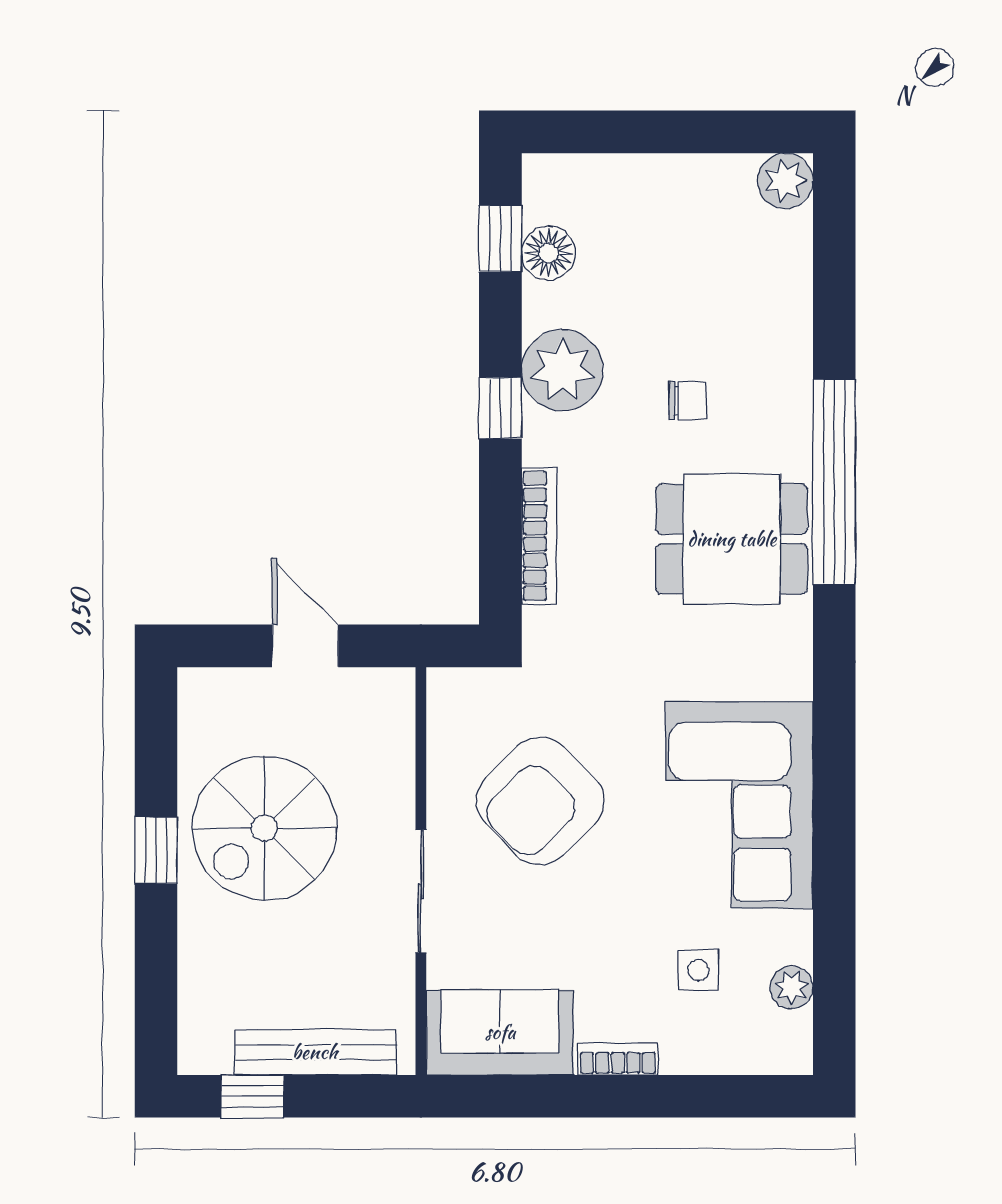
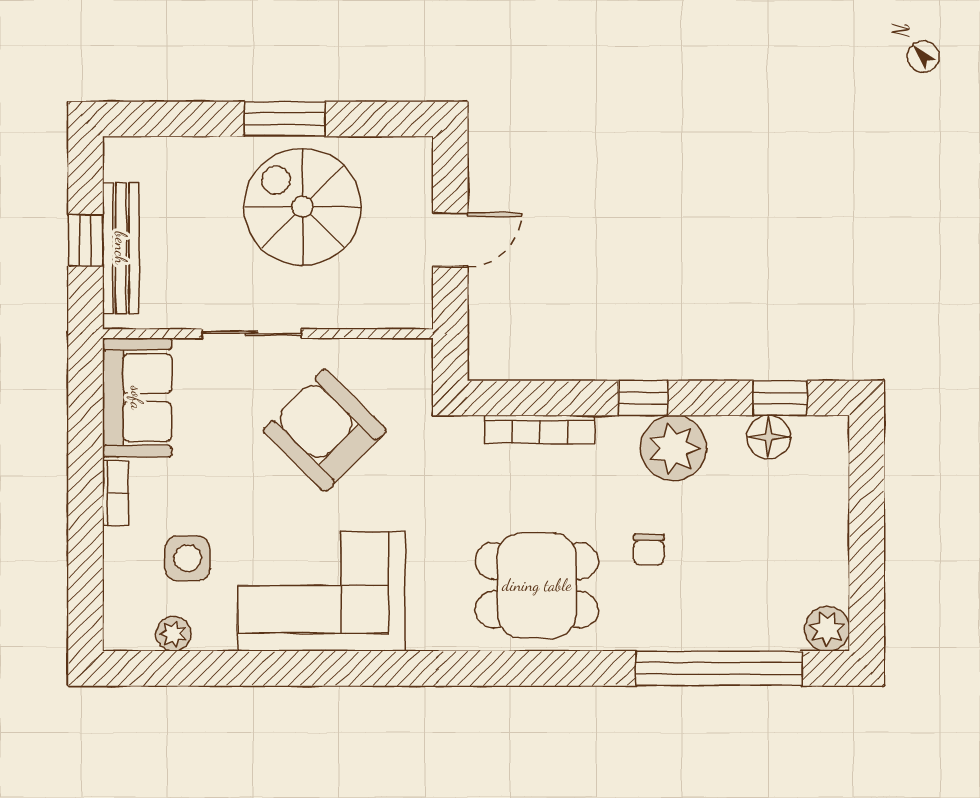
window: (834, 482) -> (719, 668), moved
dining table: (732, 539) -> (537, 585), turned 90
window: (156, 850) -> (285, 119), width x1.50
side table: (698, 970) -> (188, 558), width x1.37, depth x1.37
window: (253, 1096) -> (85, 240), moved

